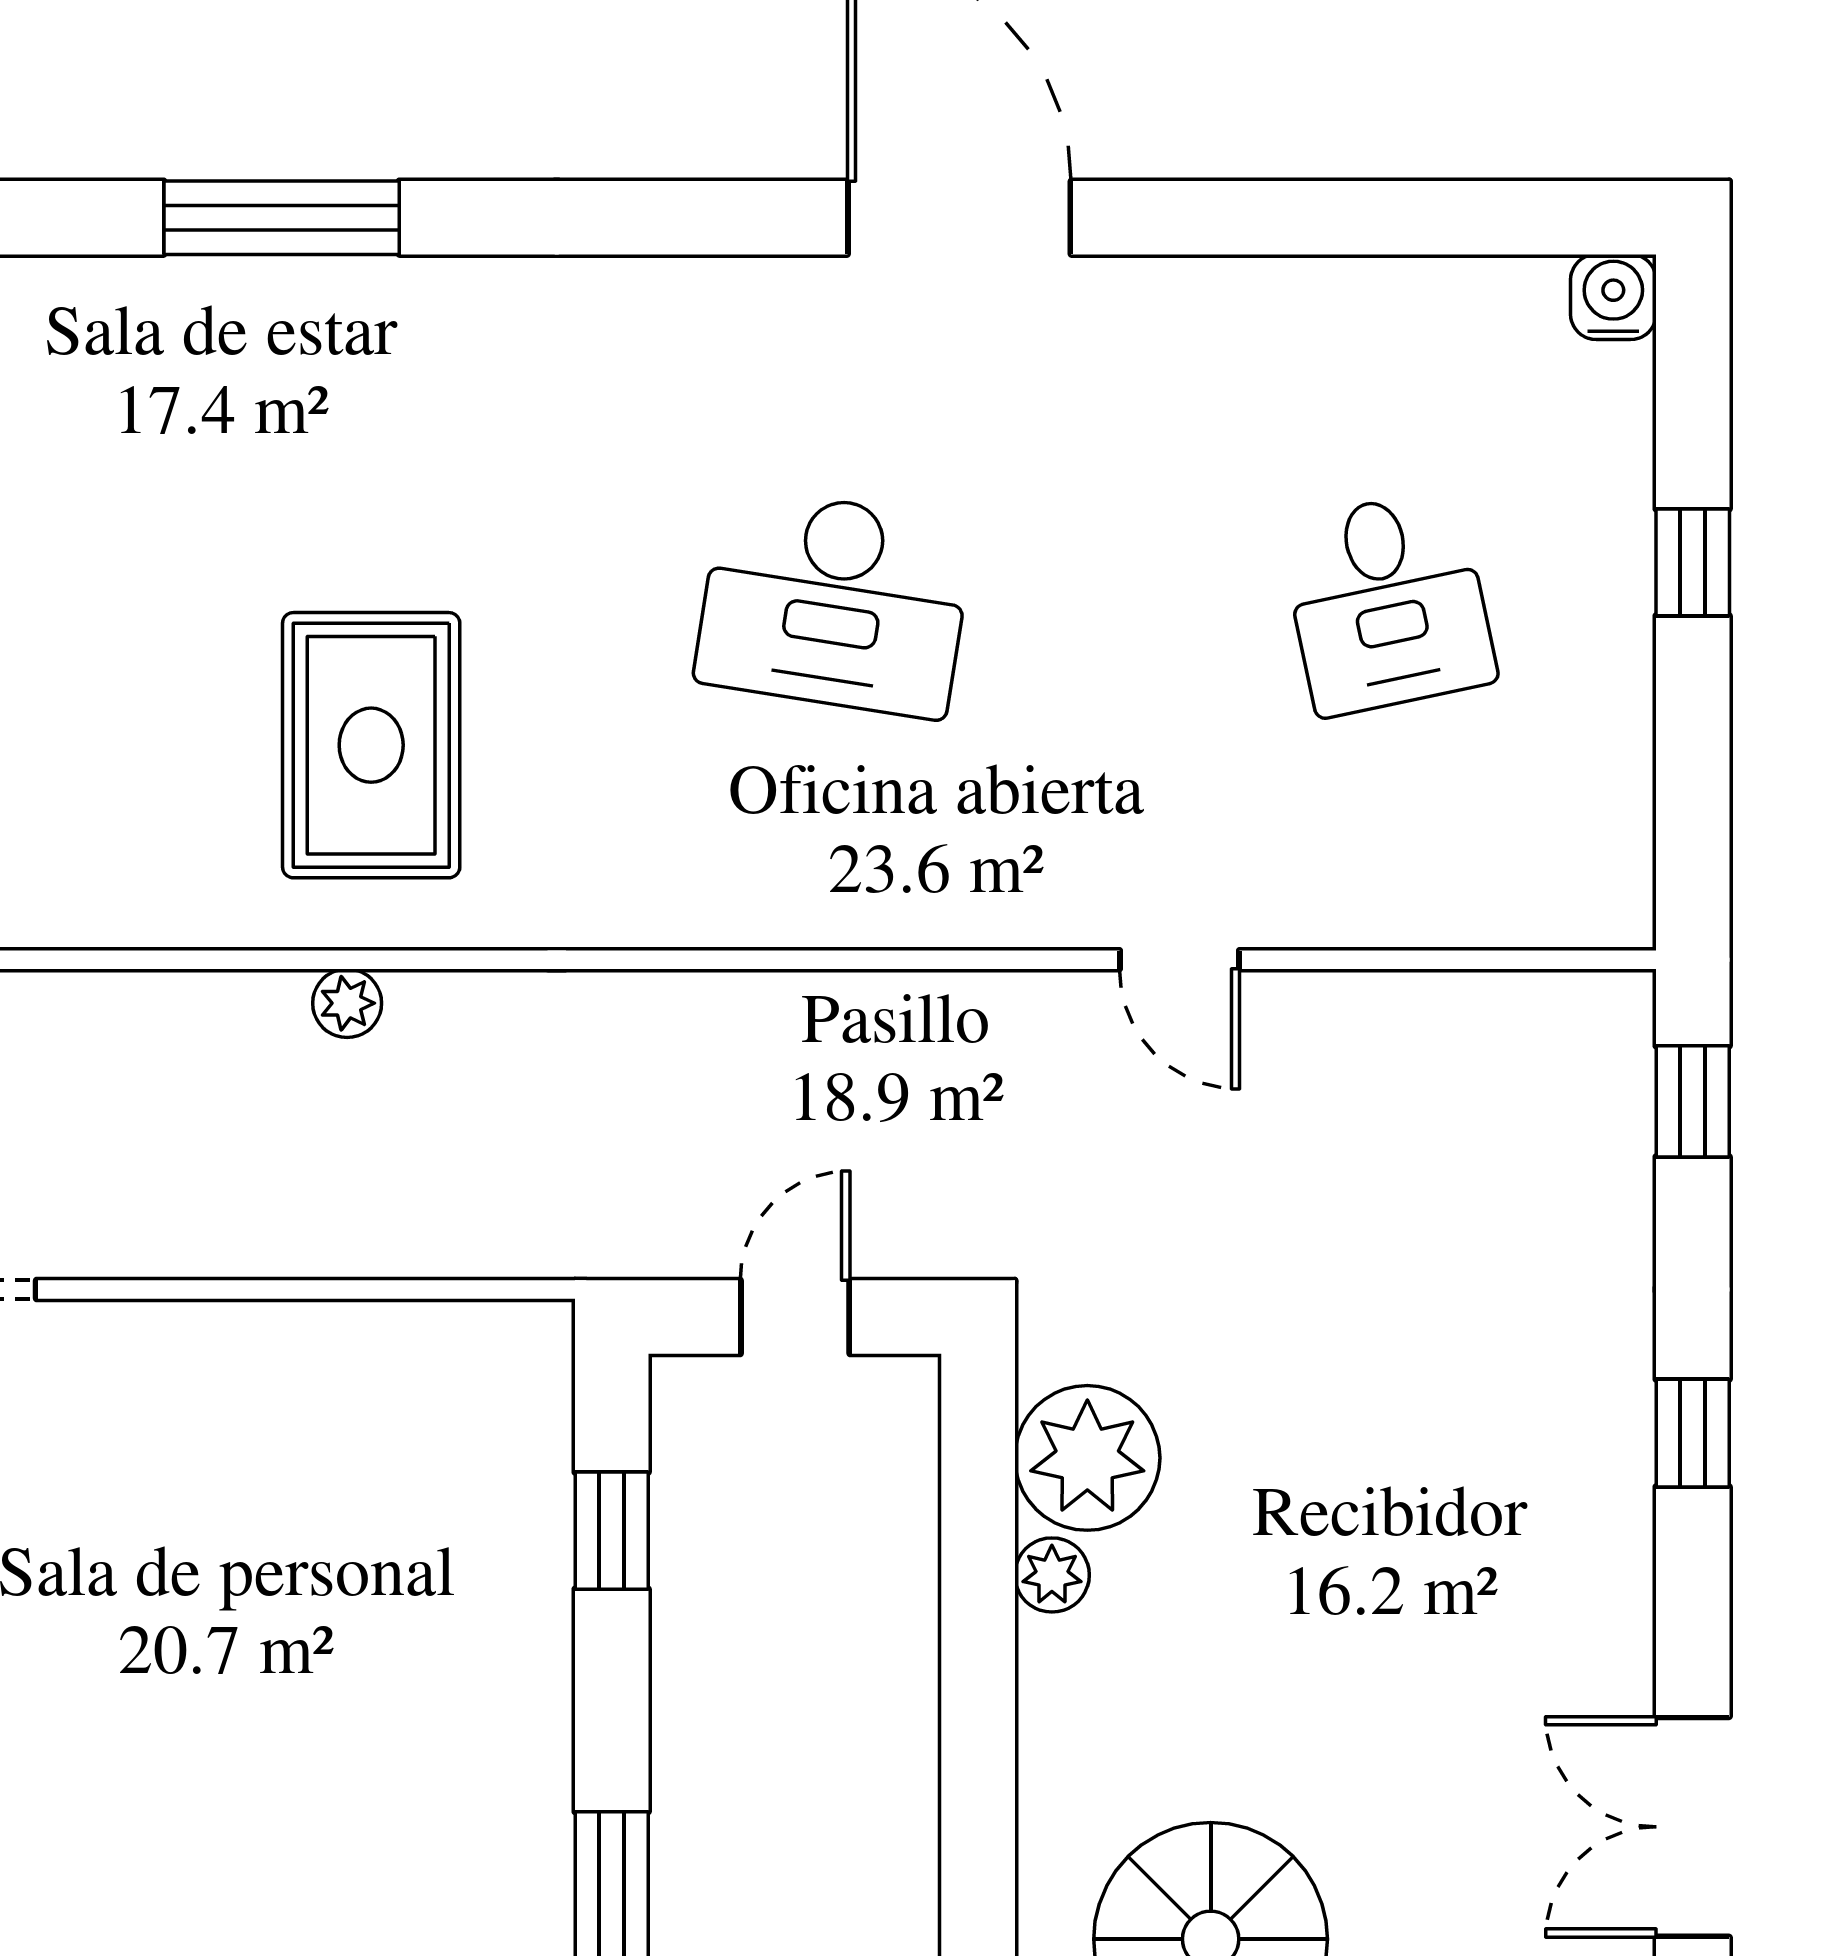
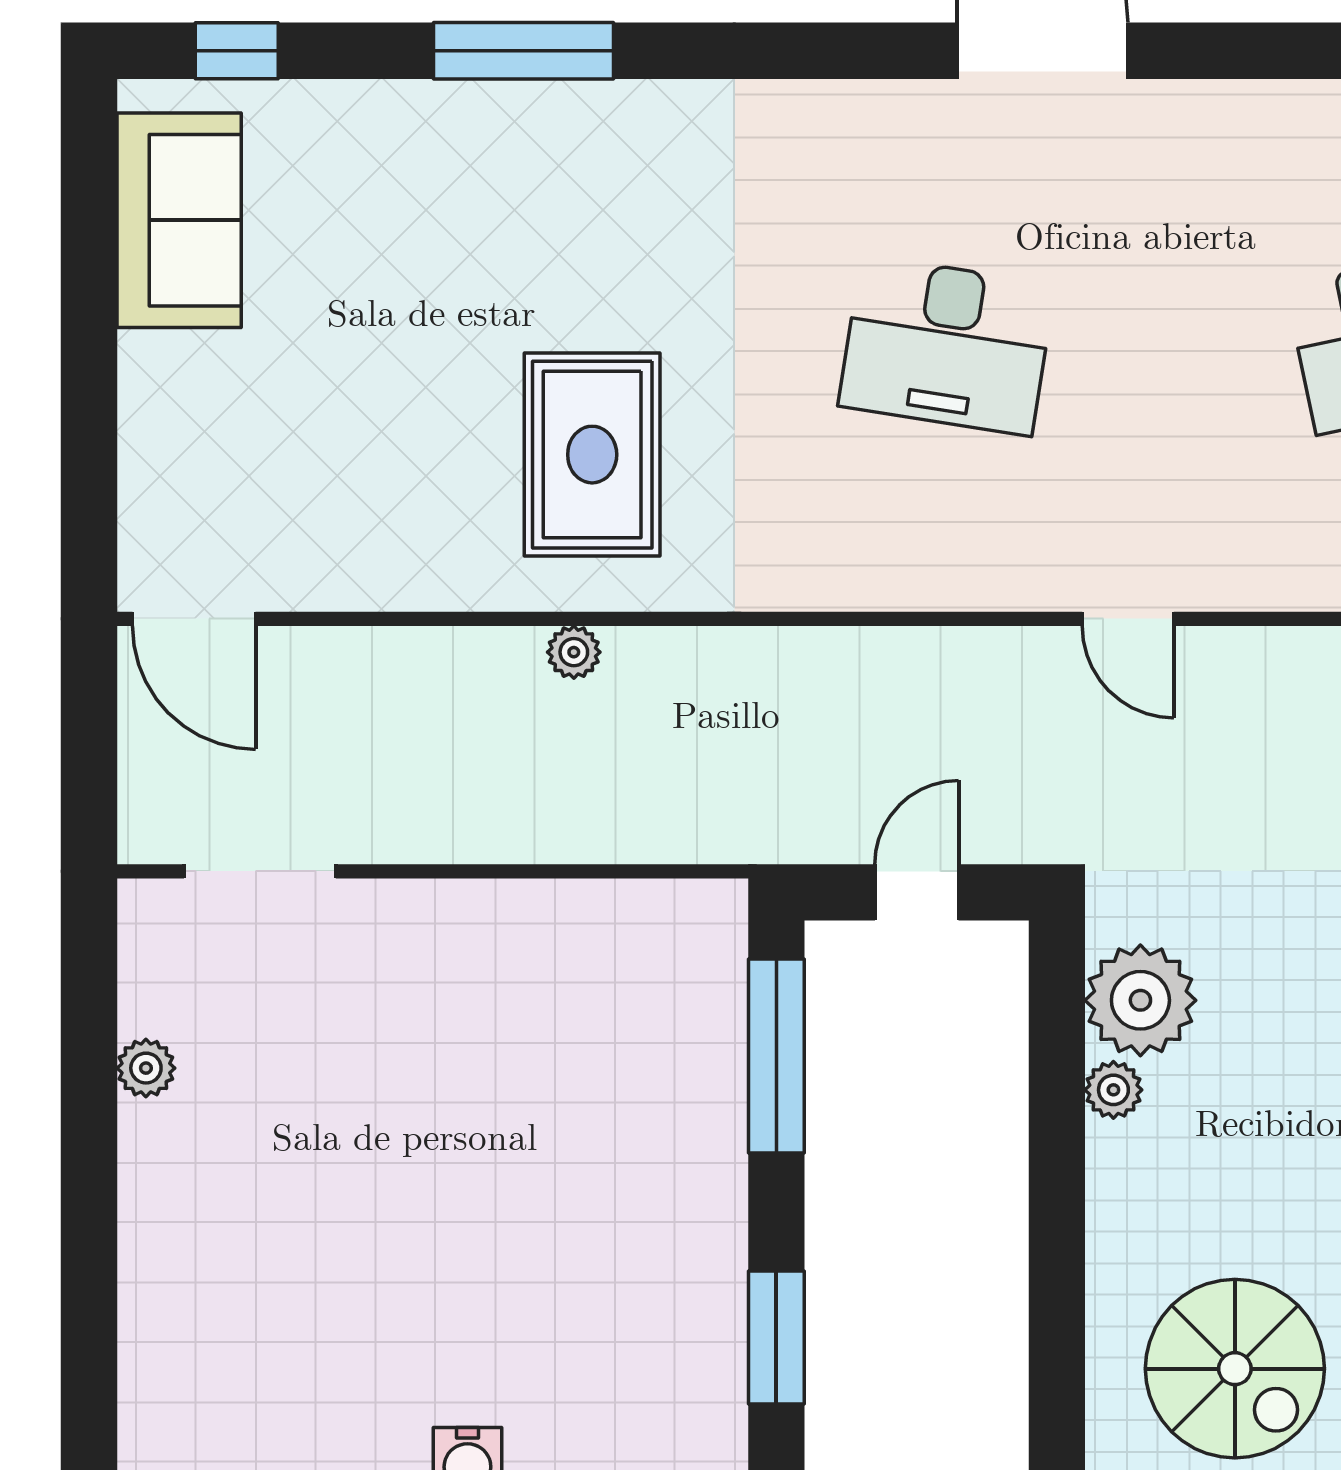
door: (1180, 960) -> (1128, 619), moved
window: (612, 1531) -> (776, 1056), width x2.17

